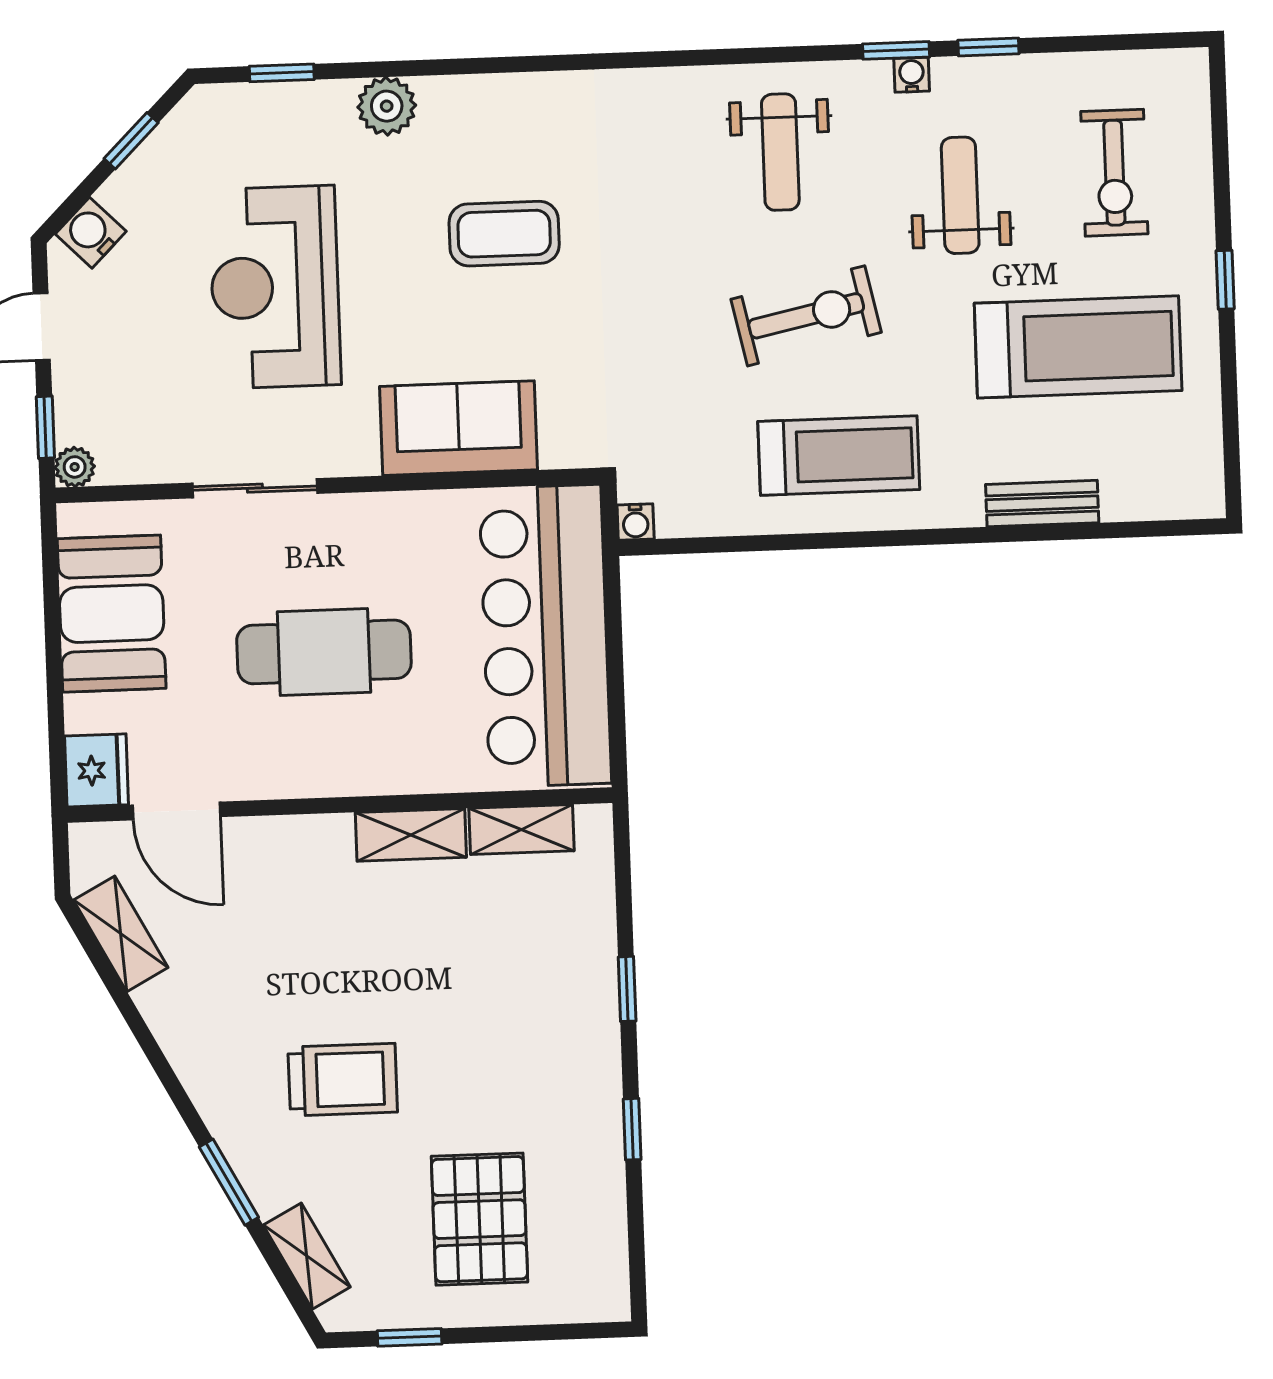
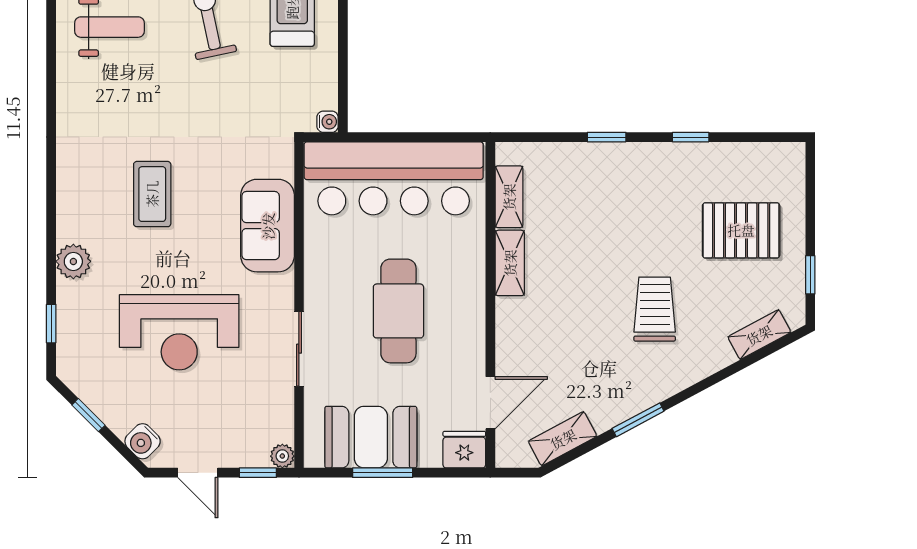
window: (53, 635) -> (383, 473), added
window: (229, 1182) -> (638, 420), moved

